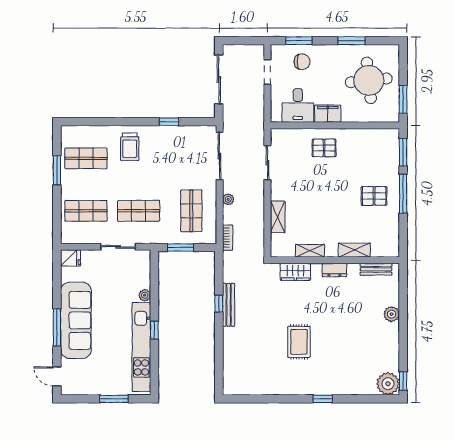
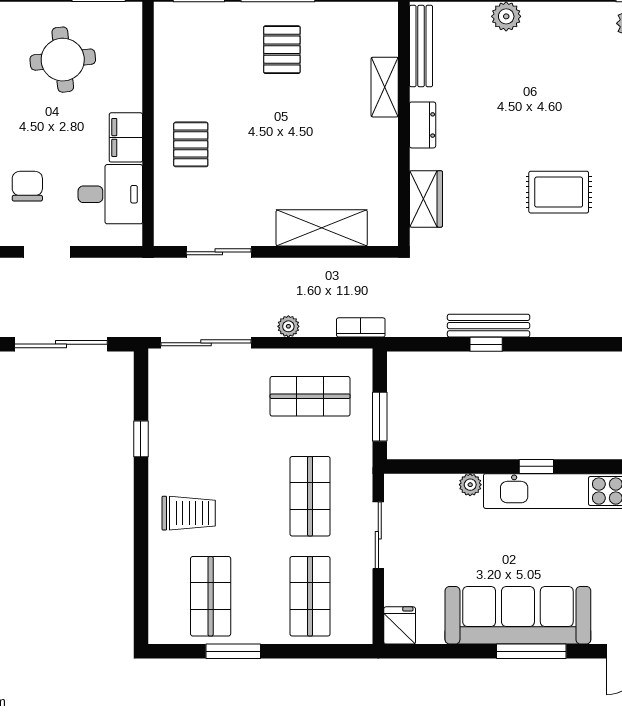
round table: (369, 80) -> (63, 60), width x0.73, depth x0.73
shelving: (278, 217) -> (322, 228), width x1.50, depth x1.33
shelving: (310, 251) -> (386, 171), removed
bench: (376, 269) -> (421, 46), width x1.36

